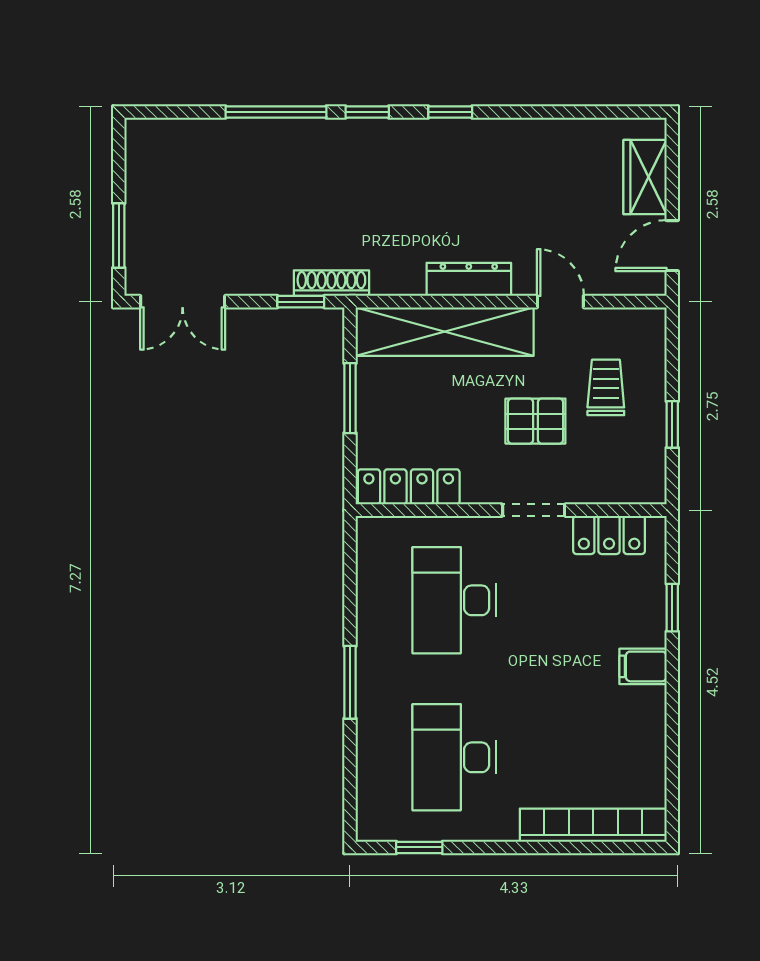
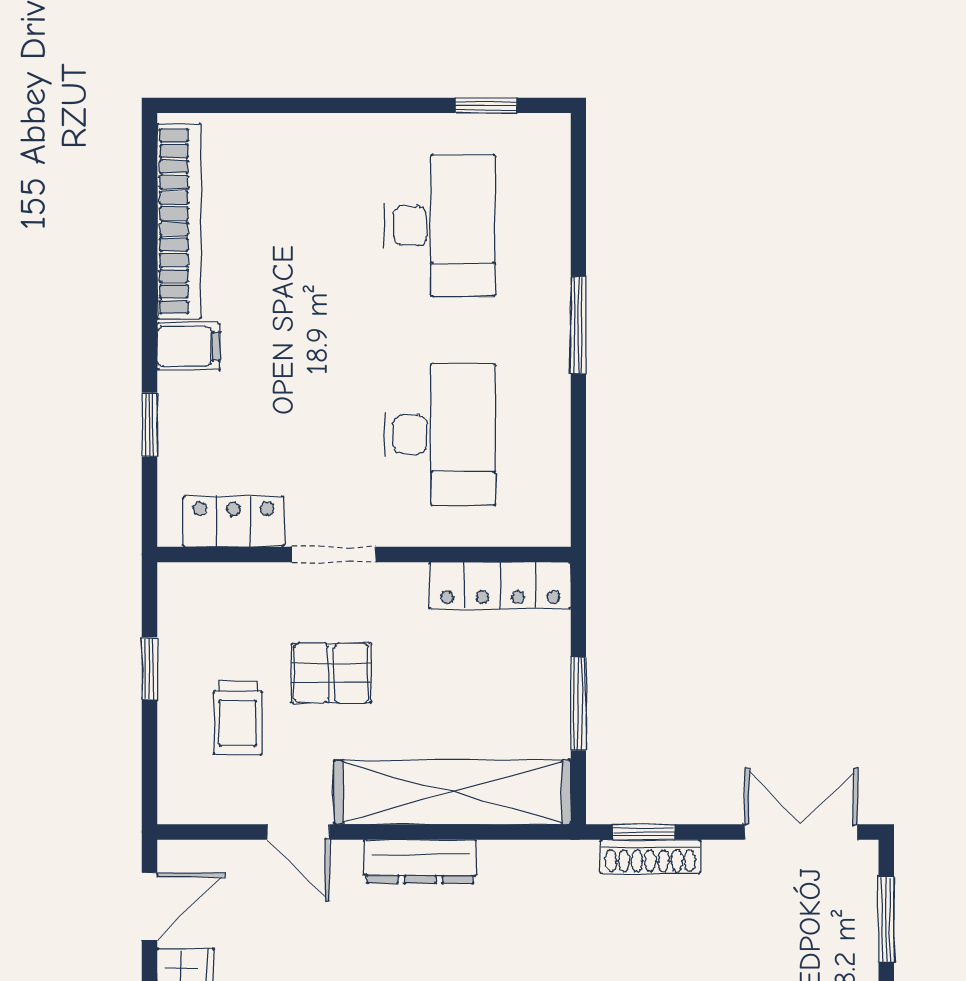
shoe rack: (331, 283) -> (650, 857), moved
bookcase: (593, 825) -> (179, 221), moved, turned -90

